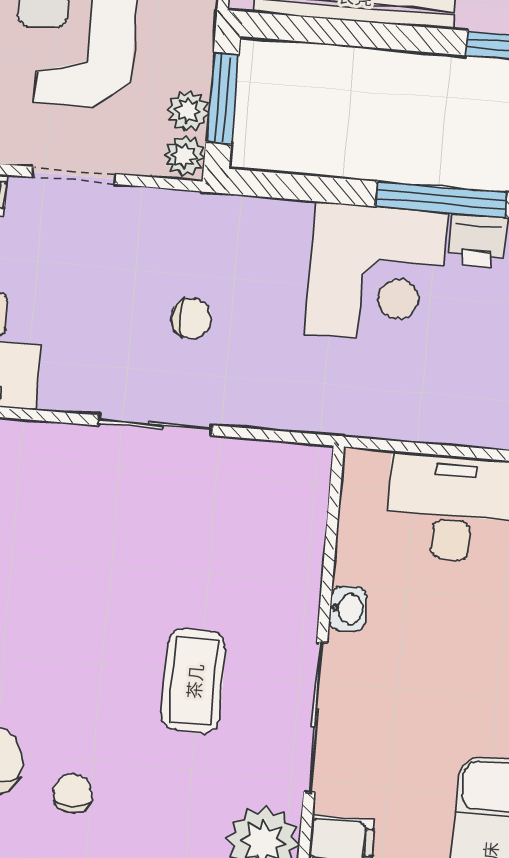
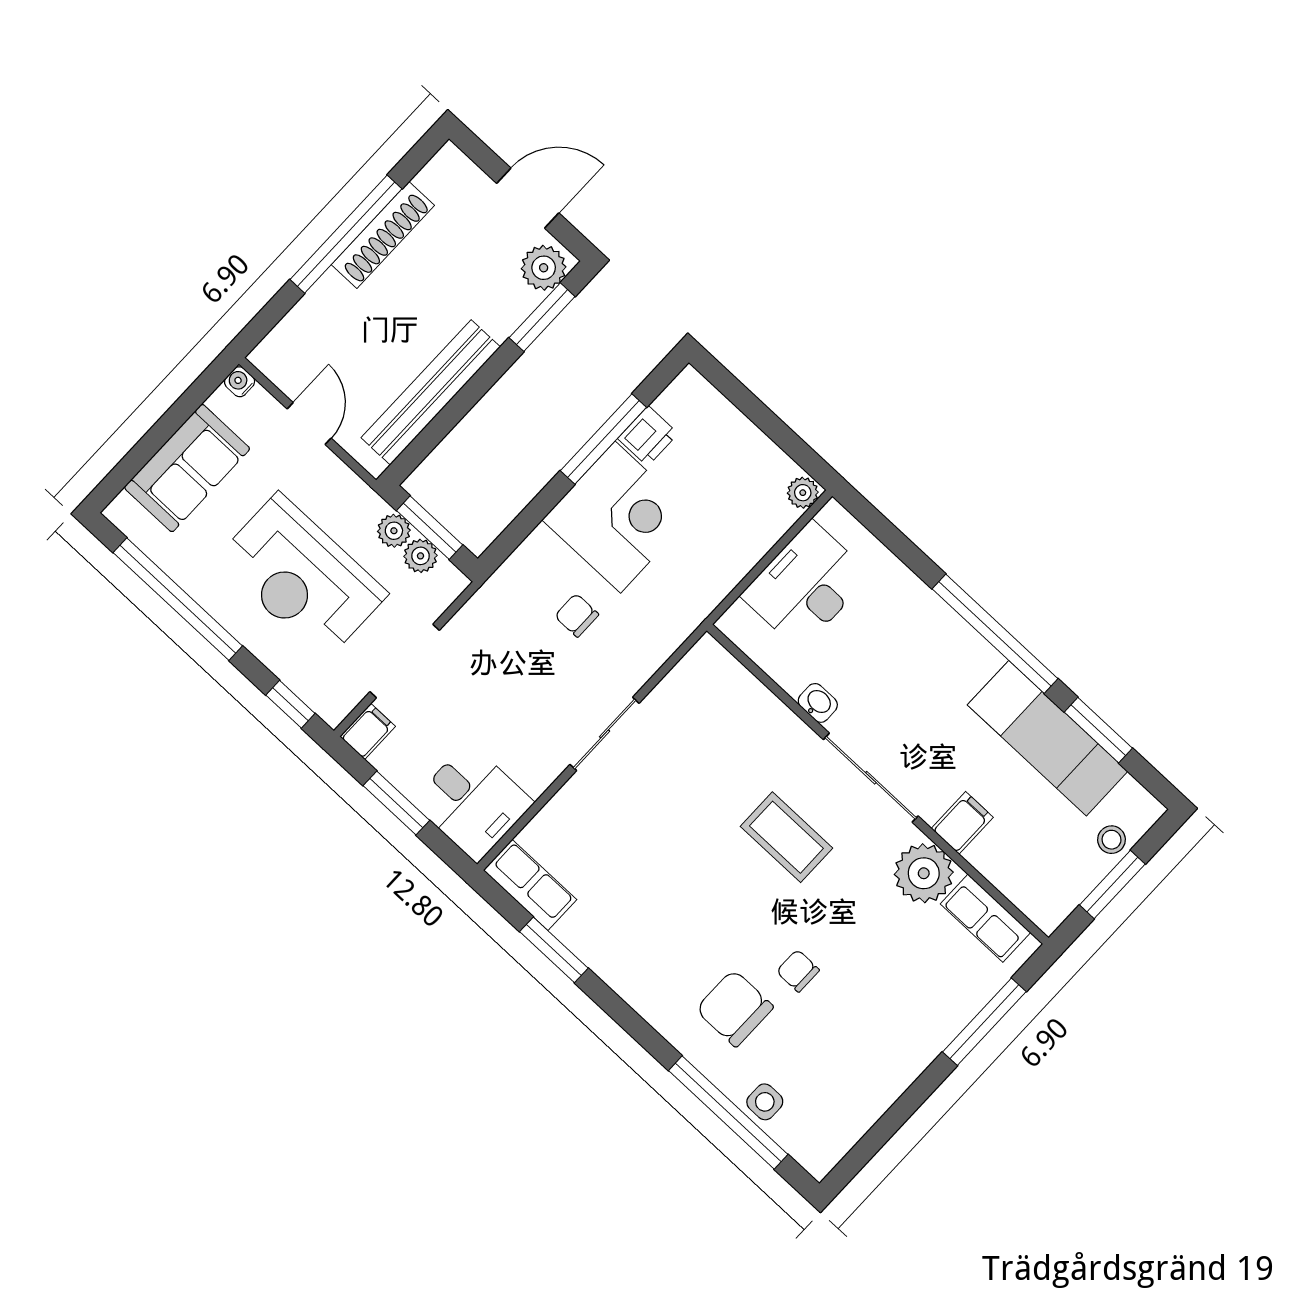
plant: (184, 156) -> (394, 531), moved
doorway: (74, 175) -> (405, 661), width x1.38
chair: (191, 318) -> (577, 615), moved, turned -90

